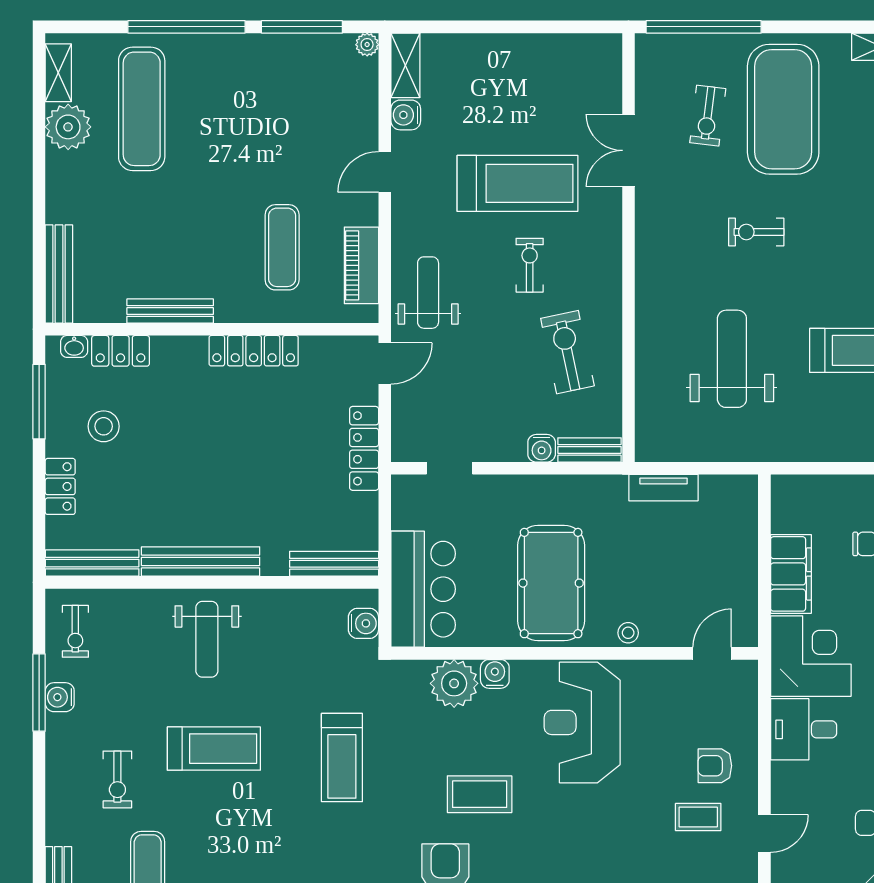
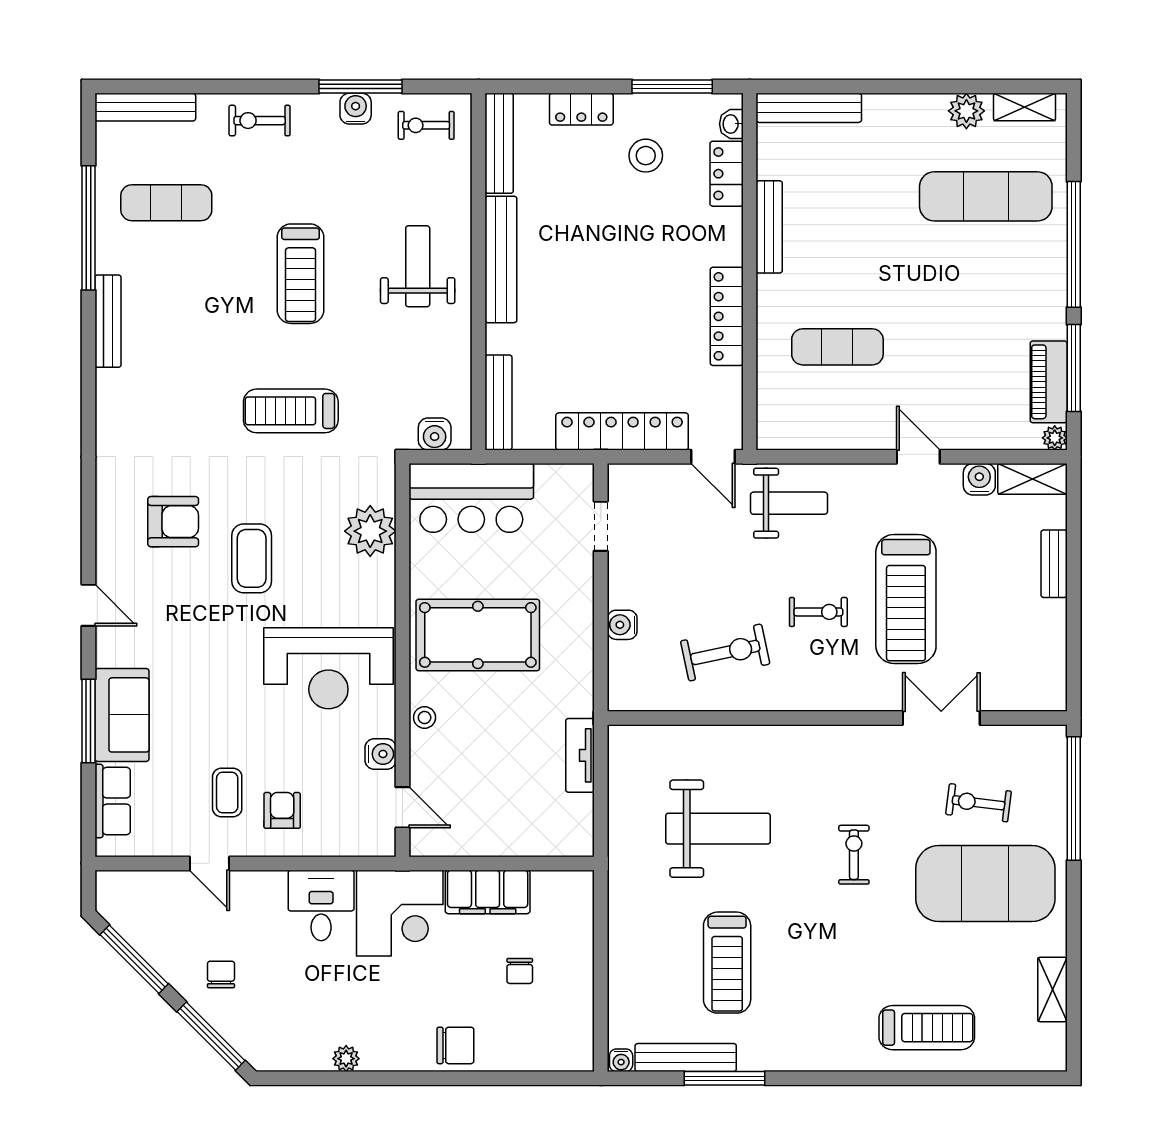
plant: (68, 127) -> (966, 111), width x0.73, depth x0.73
piano: (361, 265) -> (1049, 382), moved, turned -90
locker: (364, 448) -> (622, 431), width x1.41, depth x1.21
bench: (589, 450) -> (1054, 564), moved
weight bench: (207, 639) -> (418, 266), turned 90
water cooler: (495, 674) -> (380, 754), moved
reception desk: (582, 722) -> (328, 668), turned 180
exercise bike: (117, 779) -> (260, 121), moved

